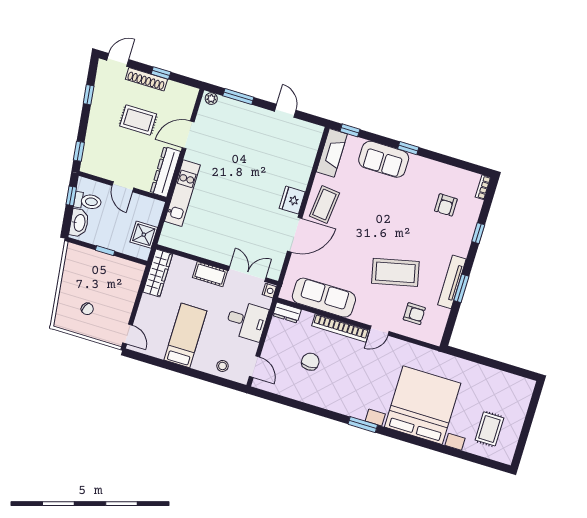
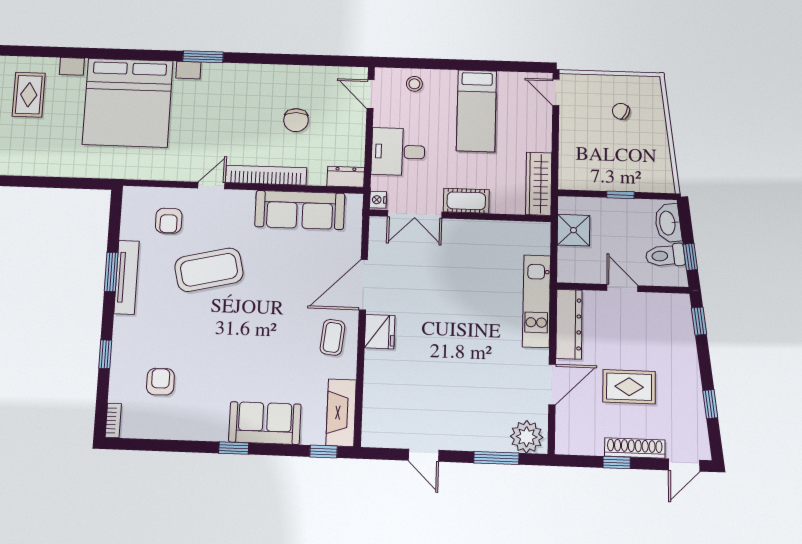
plant: (211, 99) -> (527, 437), width x1.87, depth x1.87
coffee table: (324, 204) -> (332, 337), width x0.73, depth x0.77
armchair: (414, 314) -> (169, 221), turned -90

